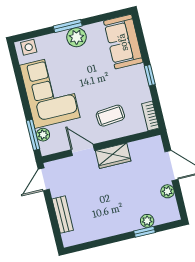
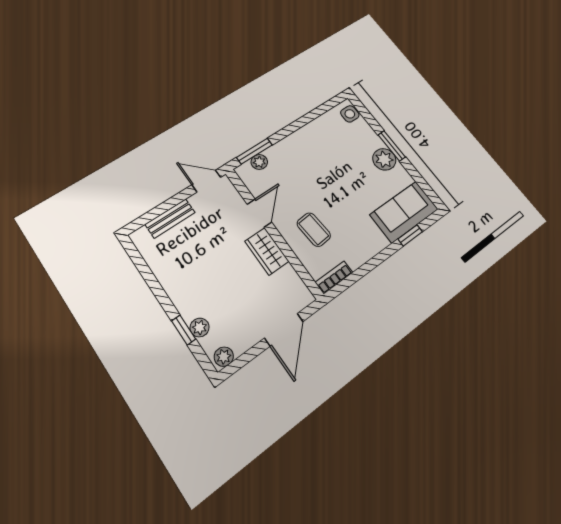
window: (150, 75) -> (410, 235), moved
corner sofa: (50, 91) -> (312, 152), removed
plant: (167, 191) -> (224, 357), moved

